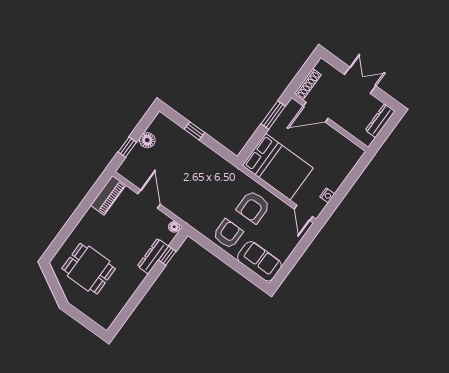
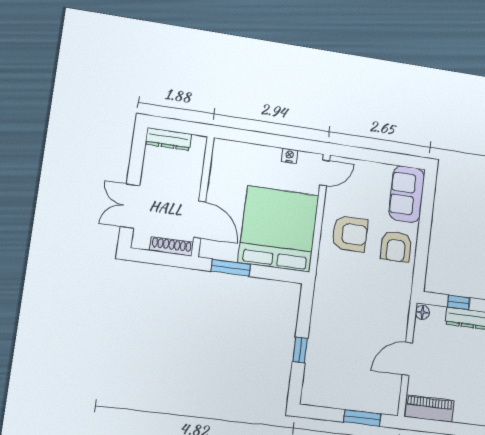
double door: (360, 80) -> (130, 206), moved
floor lamp: (147, 140) -> (341, 399), removed
window: (127, 147) -> (362, 418), width x1.50
bed: (278, 167) -> (279, 229), width x1.36
armchair: (228, 234) -> (396, 246), turned -90

